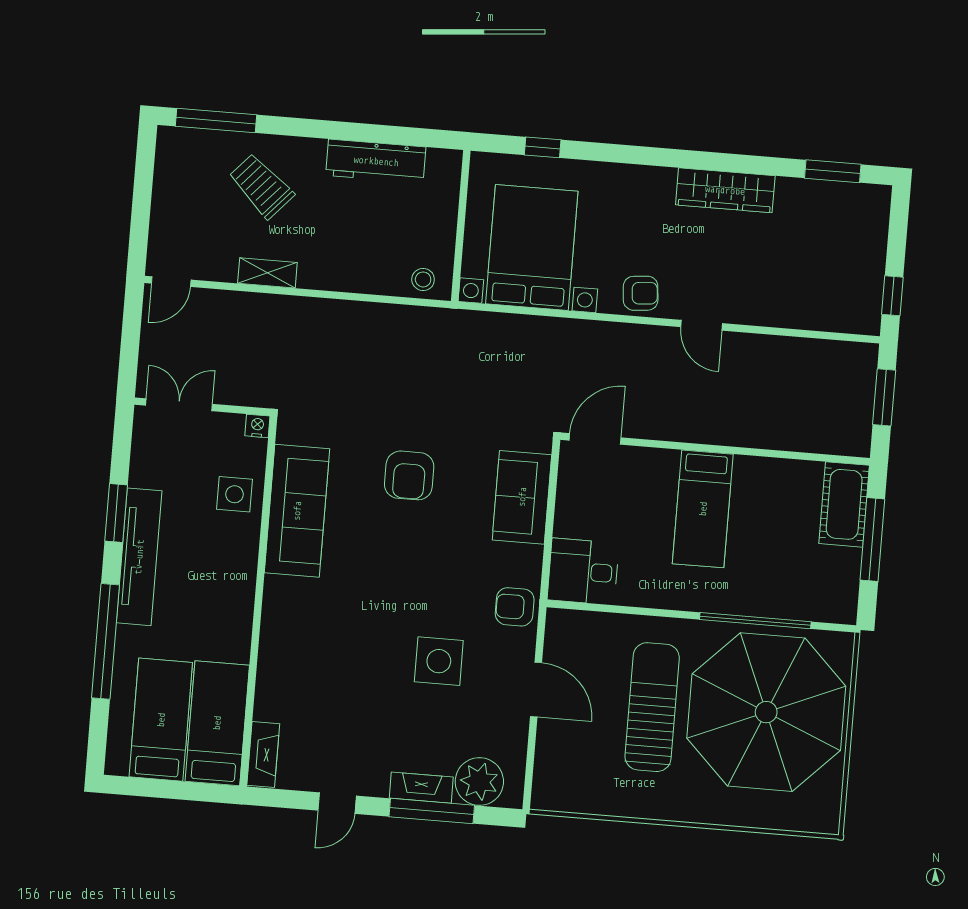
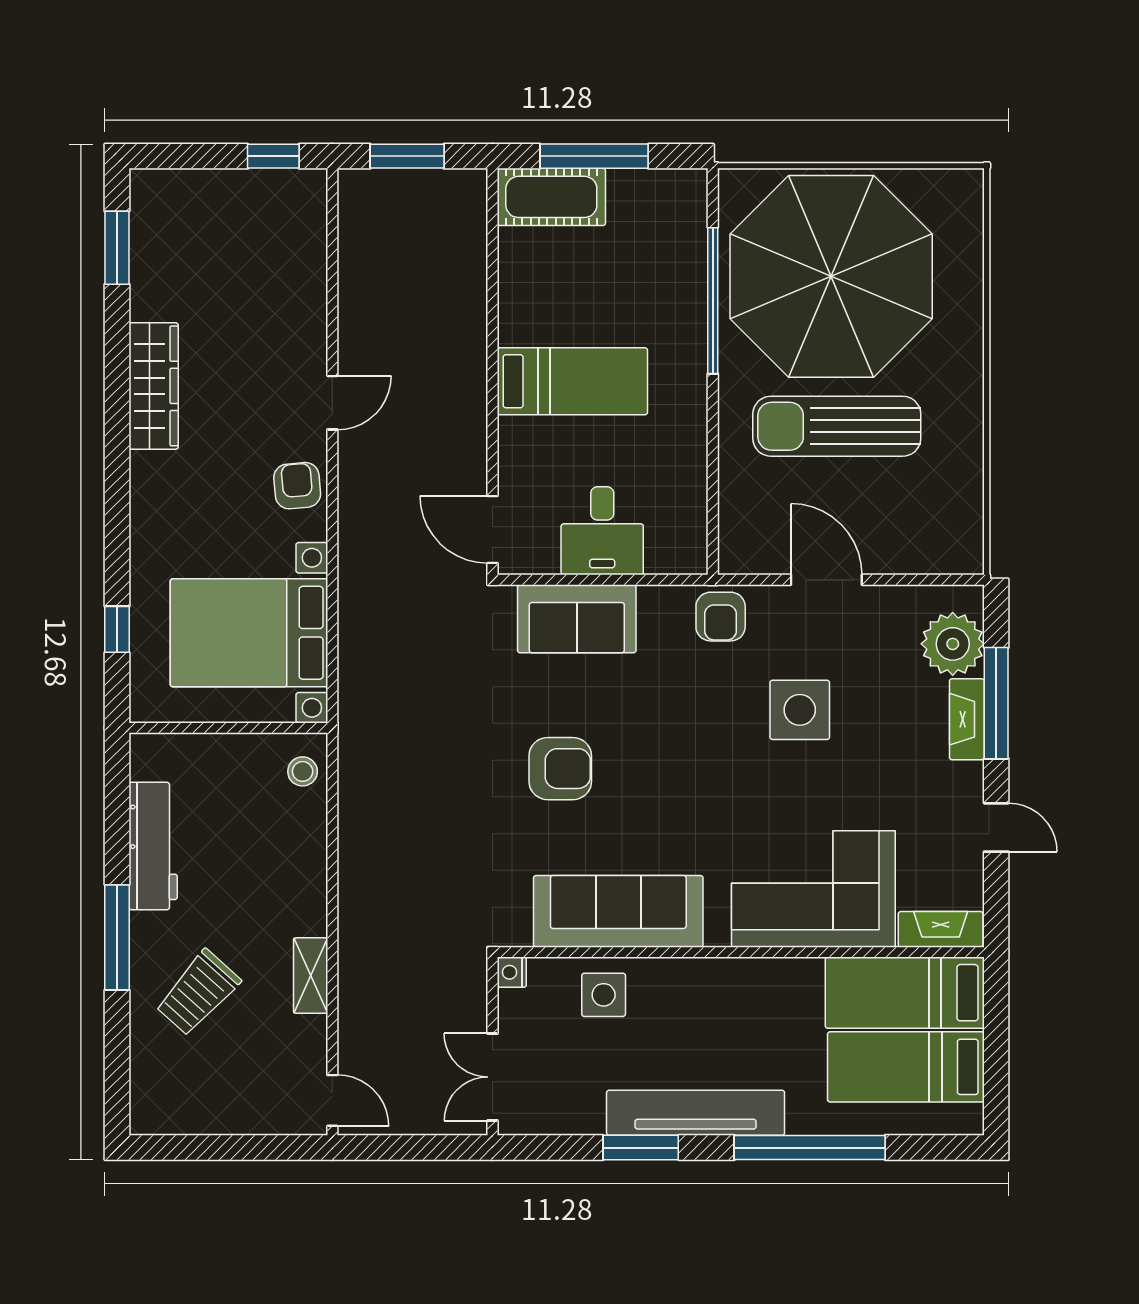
window: (216, 120) -> (117, 937), moved
desk: (583, 571) -> (602, 531), moved
corner sofa: (302, 660) -> (813, 889), added
door: (536, 690) -> (826, 580), hinge flipped

